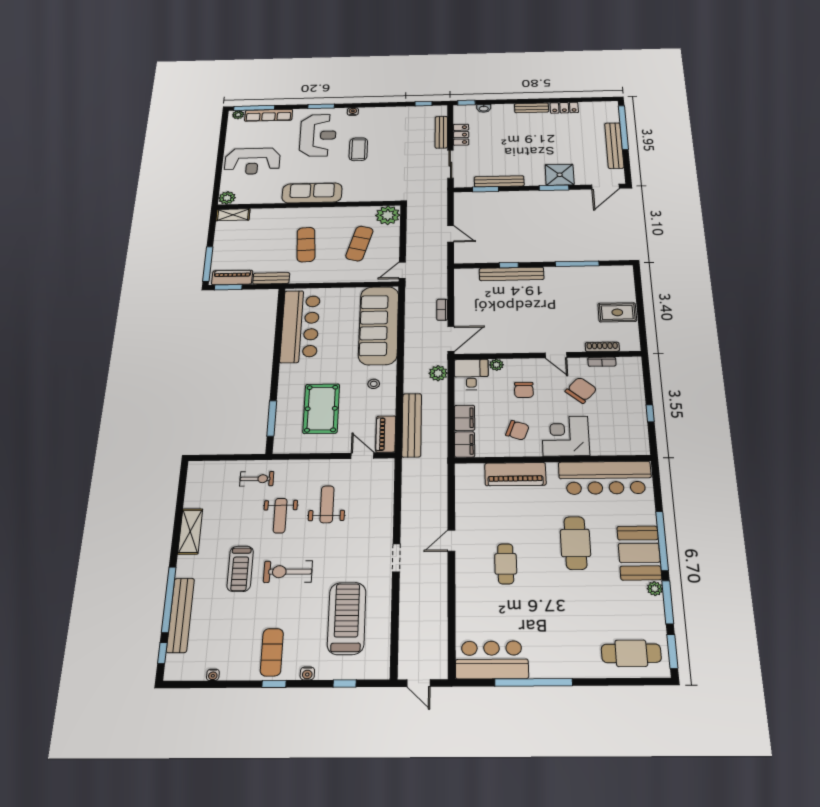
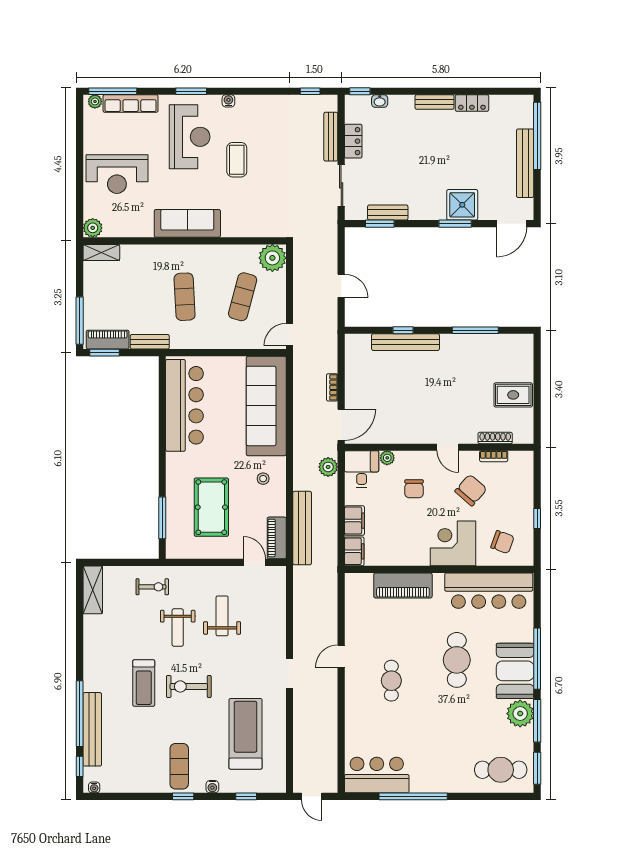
bench: (499, 181) -> (388, 213), width x0.73
chair: (517, 430) -> (502, 542), moved
shelving: (190, 531) -> (93, 590), moved
plant: (655, 589) -> (520, 714), width x1.87, depth x1.87
water cooler: (213, 675) -> (94, 787), moved

